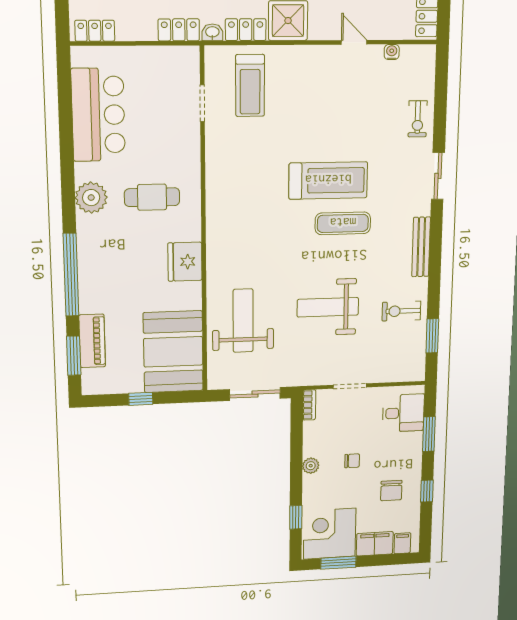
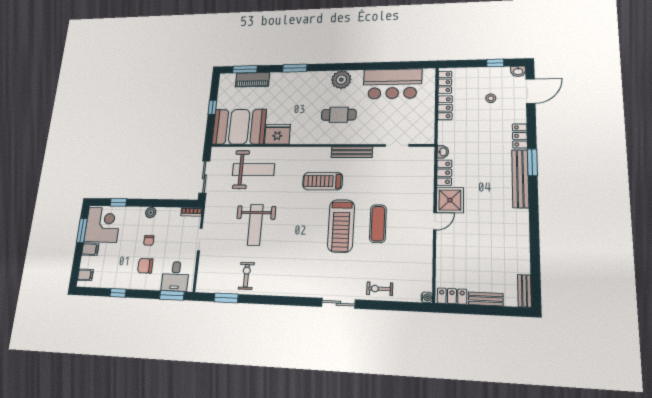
locker: (179, 30) -> (445, 108), moved
door: (354, 42) -> (435, 221), moved
water cooler: (392, 52) -> (427, 297), moved
treadmill: (250, 85) -> (323, 181), moved
cafe table: (152, 197) -> (339, 115), turned 90
exercise mat: (343, 223) -> (378, 224), moved
bench: (421, 247) -> (352, 152), moved
fridge: (185, 262) -> (277, 134), moved
window: (71, 275) -> (295, 68), width x0.47
weight bench: (328, 307) -> (255, 225), turned 180
window: (429, 434) -> (172, 295), moved
chair: (391, 491) -> (145, 266), moved
filing cabinet: (375, 544) -> (90, 249), width x0.50

